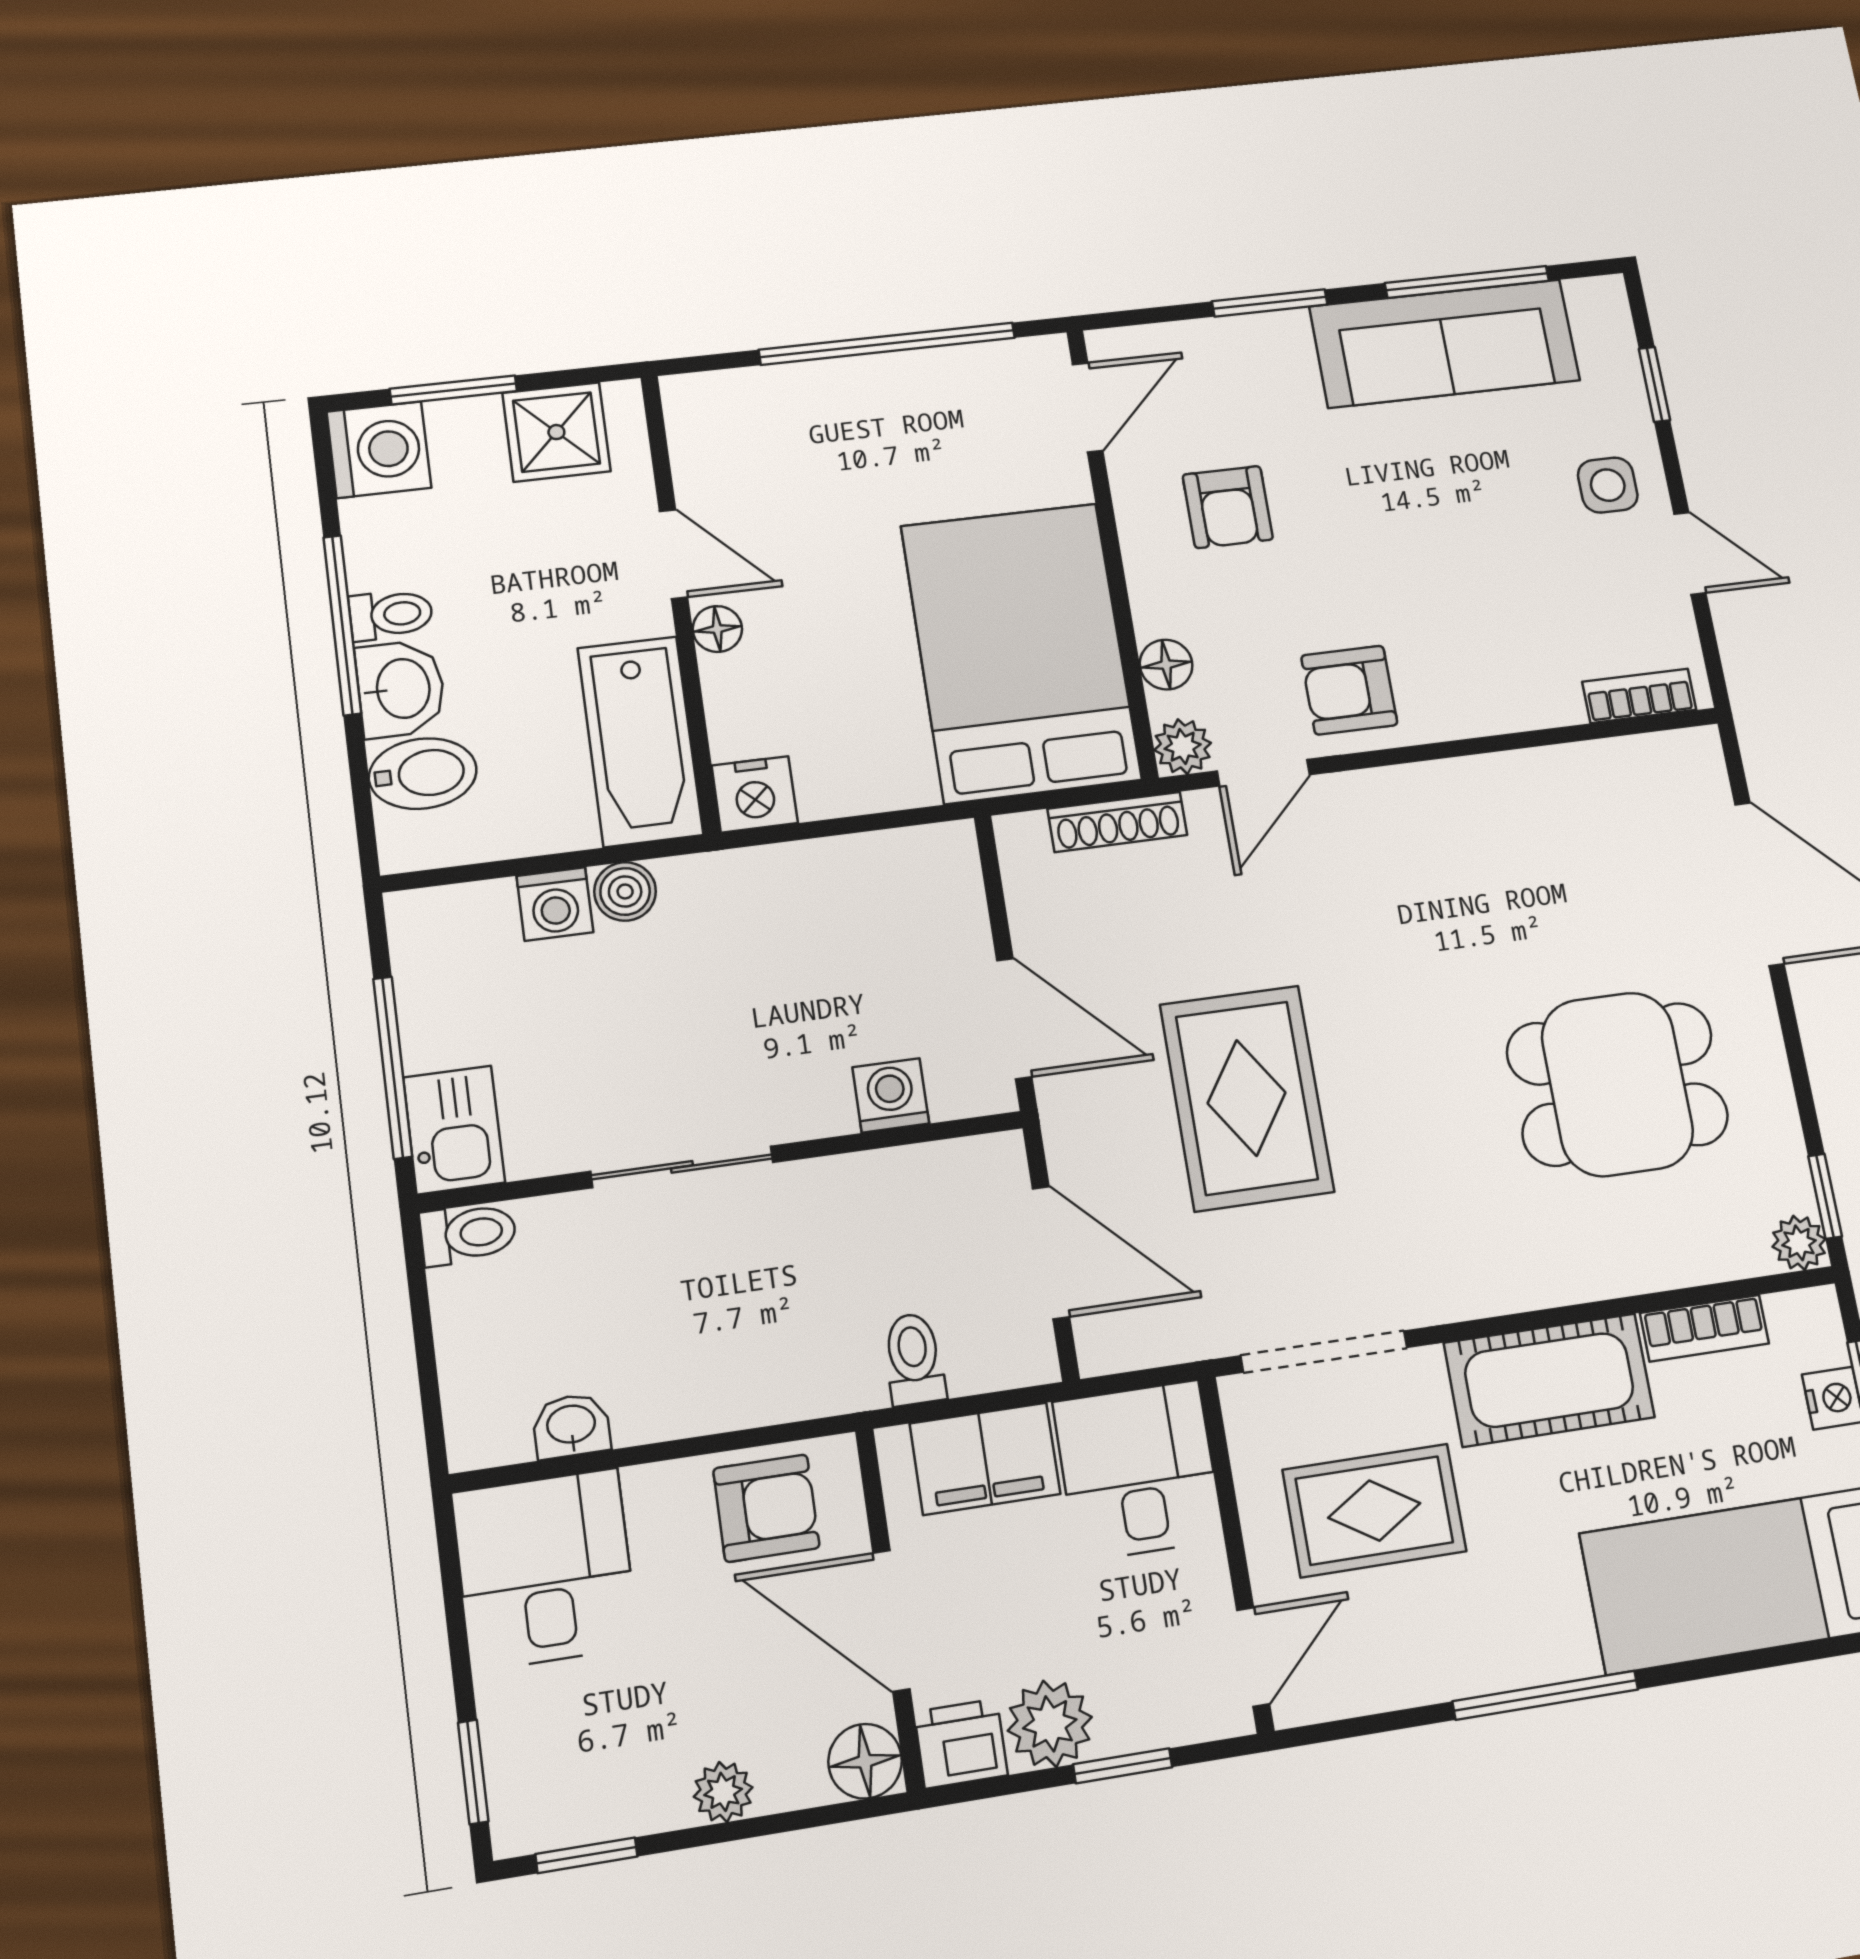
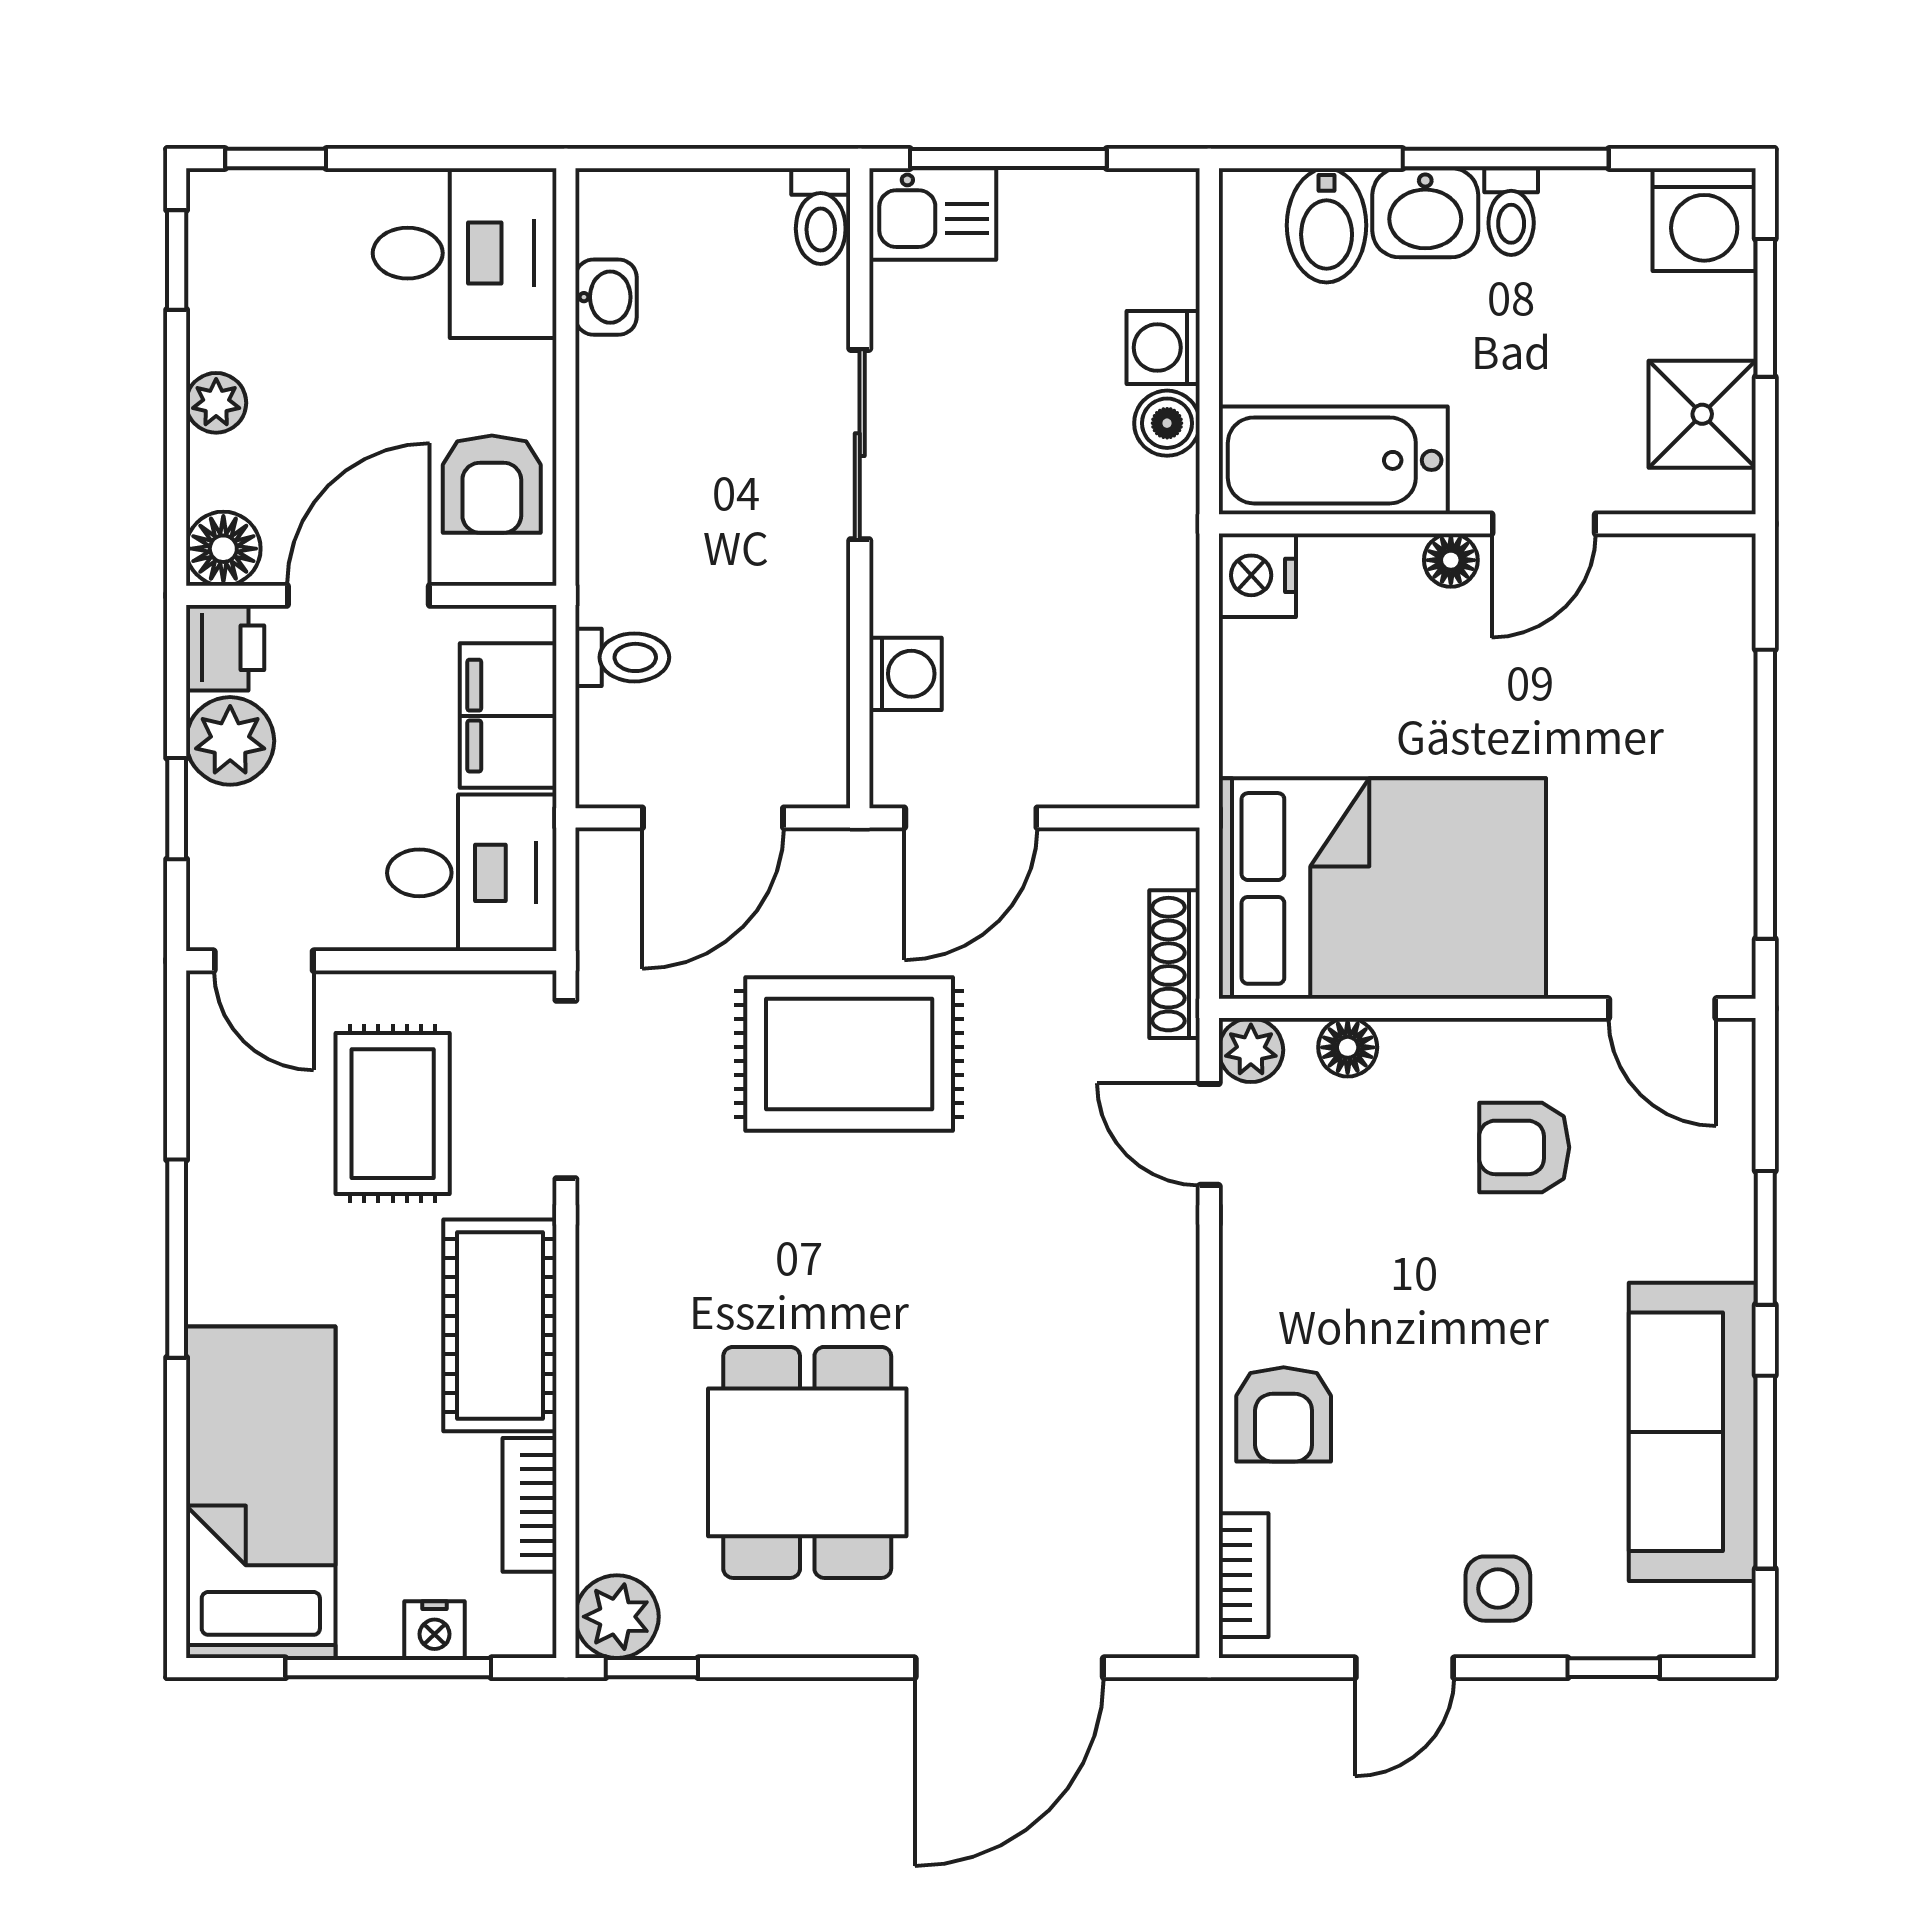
armchair: (1349, 690) -> (1284, 1414), moved, turned 180
plant: (1799, 1243) -> (617, 1617), width x1.38, depth x1.38

